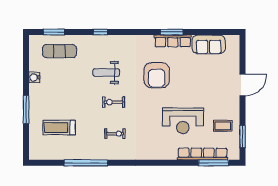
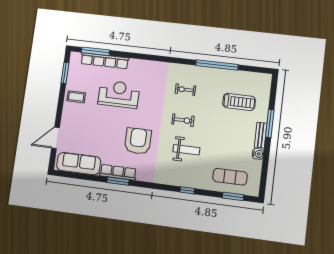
sofa: (209, 44) -> (79, 164), width x1.36
door: (243, 85) -> (56, 138), moved
bench: (34, 97) -> (261, 135), added
coffee table: (223, 126) -> (76, 97), moved

